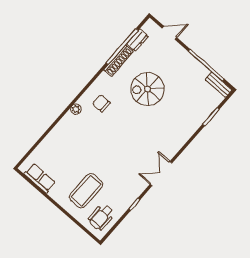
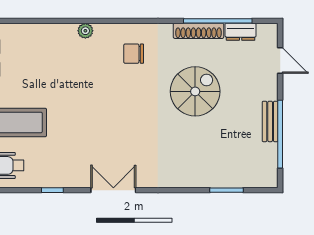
bench: (219, 85) -> (270, 121), moved
spiral stairs: (147, 89) -> (195, 91), turned 90
chair: (101, 103) -> (134, 54), turned -90
plant: (76, 109) -> (85, 31), moved

